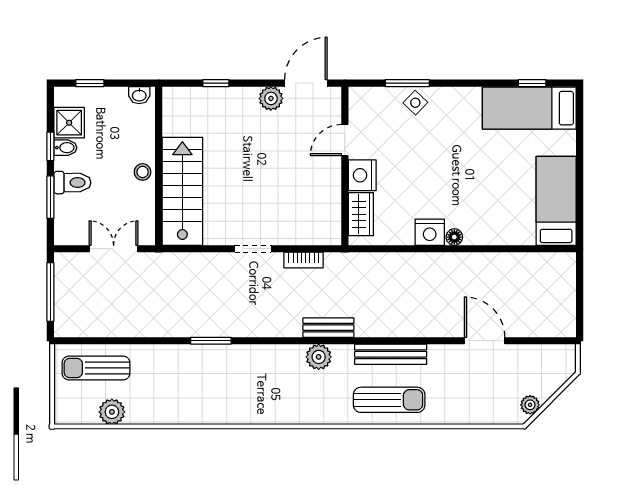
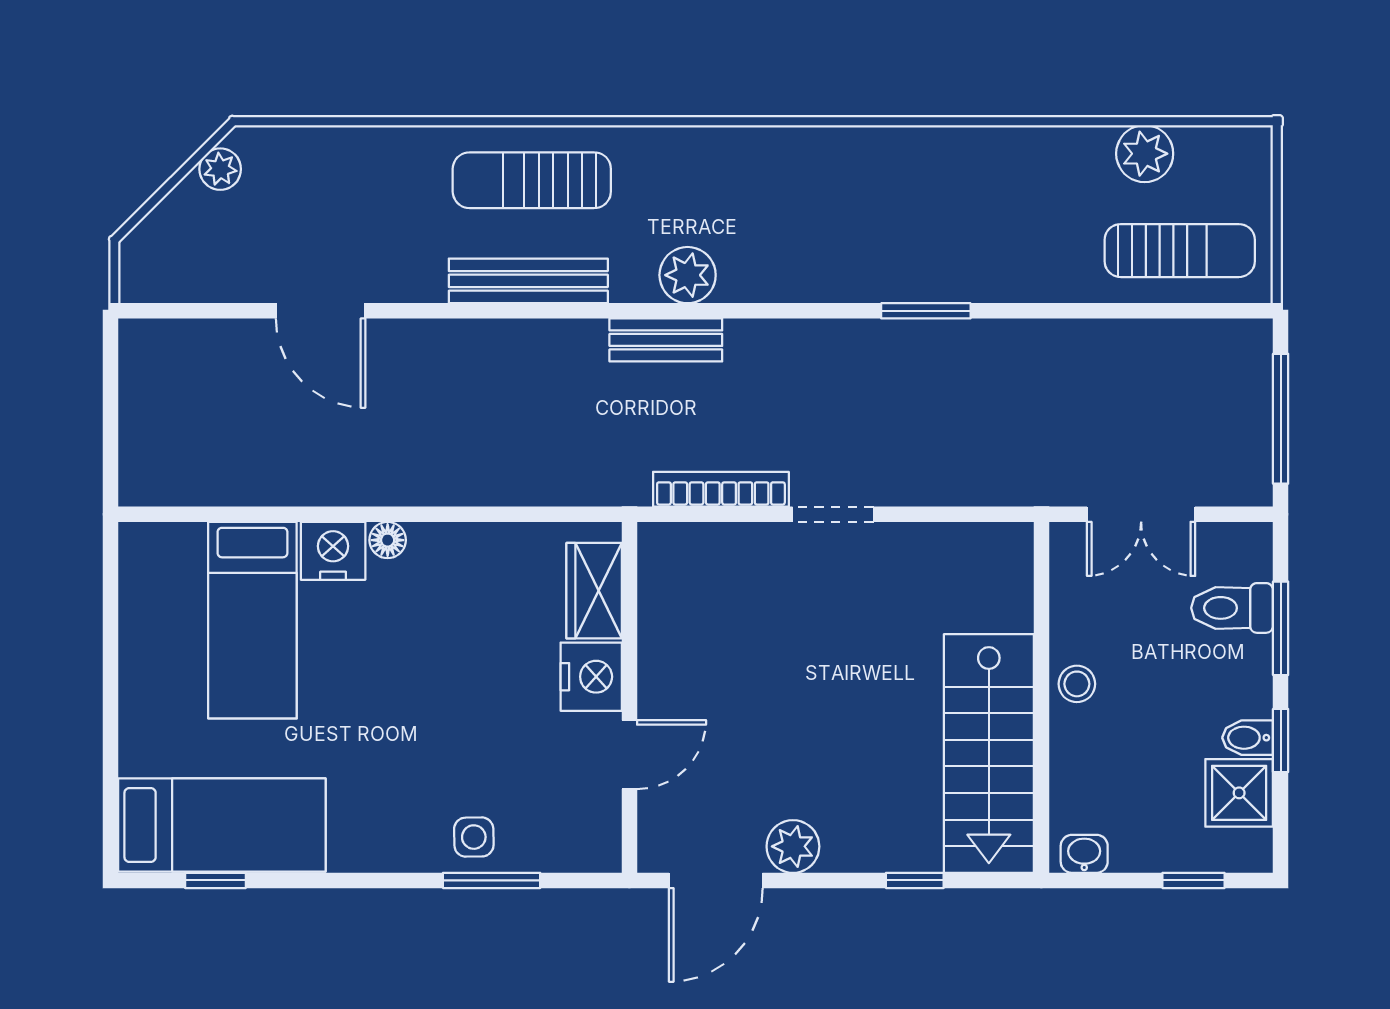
side table: (415, 103) -> (474, 837), turned 45
toilet: (72, 183) -> (1232, 608), moved
stairs: (182, 191) -> (989, 754), moved
bed: (556, 201) -> (252, 620), moved
nightstand: (430, 232) -> (333, 551), moved
bookcase: (304, 260) -> (721, 489), width x1.56

